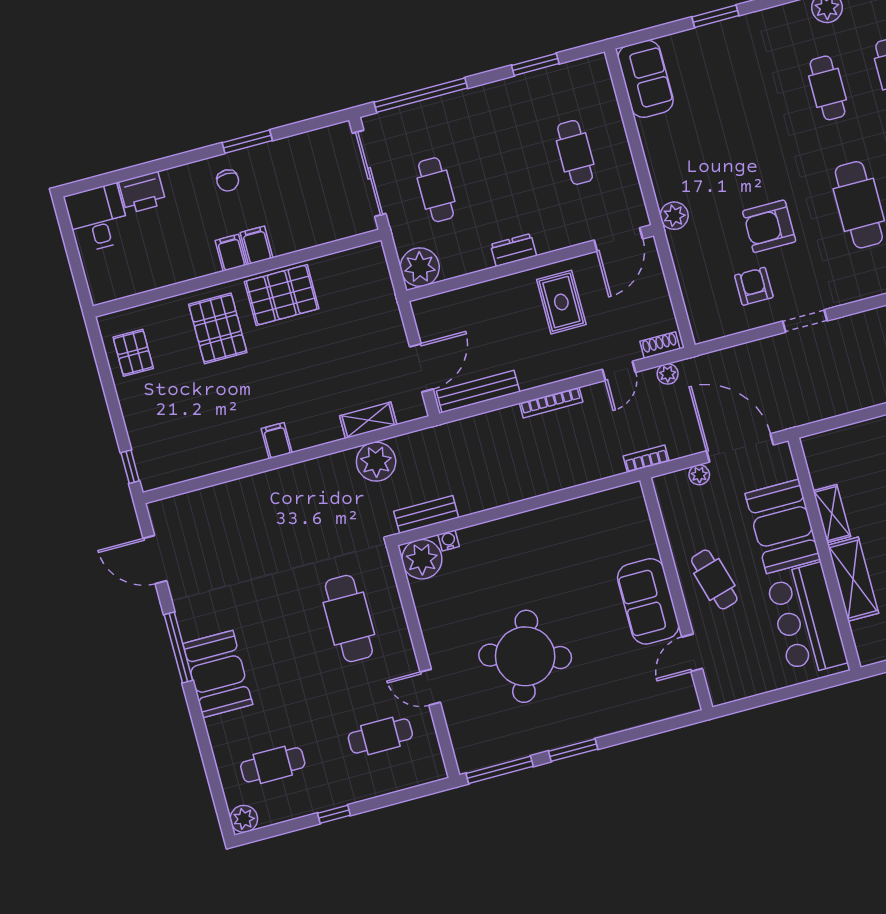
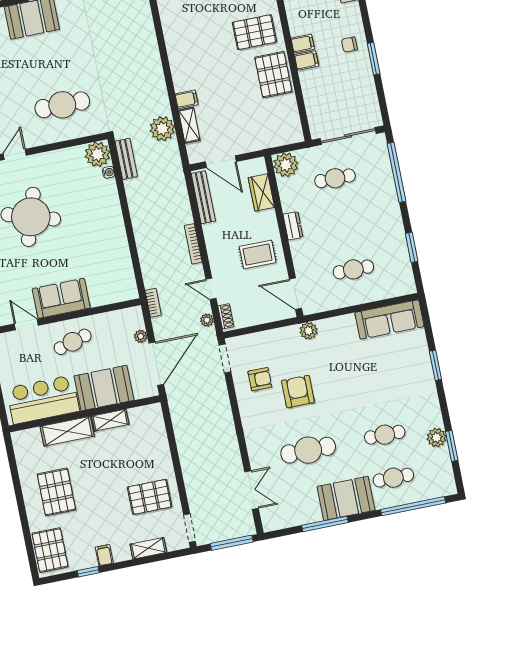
sofa: (646, 79) -> (389, 320), width x1.36
wardrobe: (465, 302) -> (261, 192), added
doorway: (805, 321) -> (225, 359), moved
filing cabinet: (277, 441) -> (187, 99), moved

